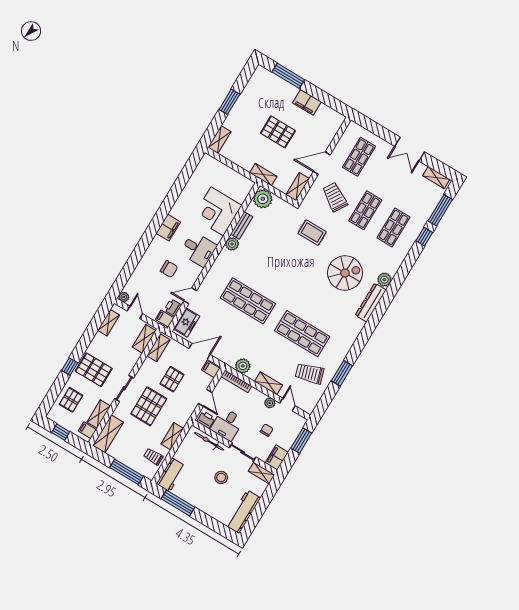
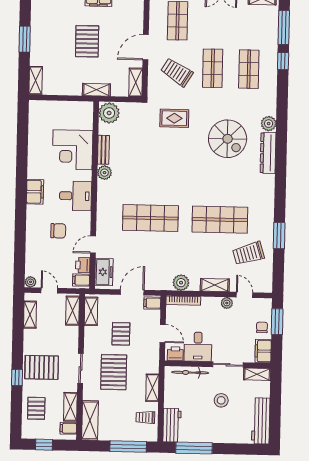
pallet: (278, 132) -> (87, 41), turned 90
spiral stairs: (345, 273) -> (228, 139), turned 90
chair: (267, 430) -> (262, 327), moved

